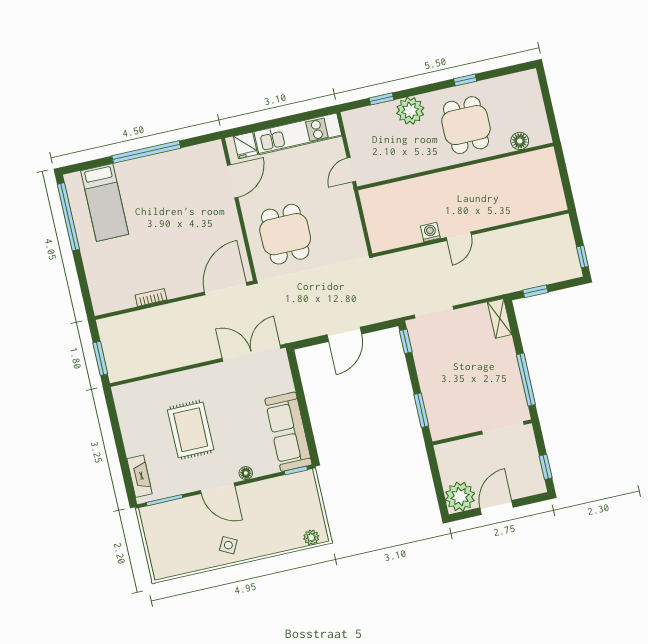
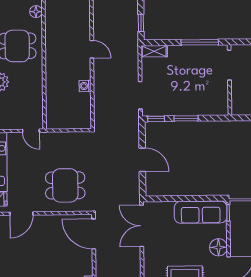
door: (233, 181) -> (21, 214), swing flipped
door: (459, 236) -> (92, 49), moved
window: (421, 410) -> (186, 118), moved
floor lamp: (246, 473) -> (218, 247), width x1.89, depth x1.89

